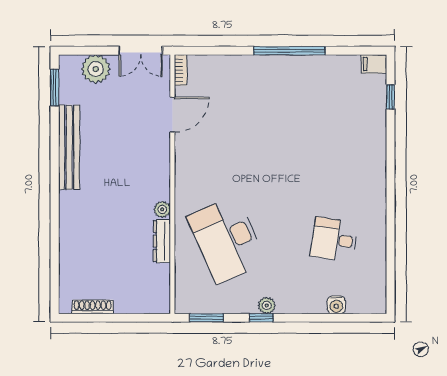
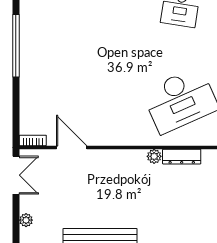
plant: (96, 69) -> (26, 220), width x0.53, depth x0.53

